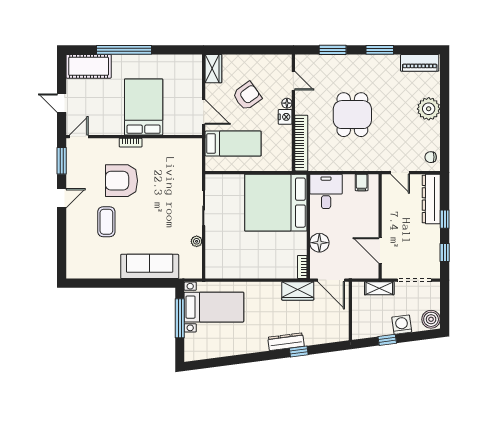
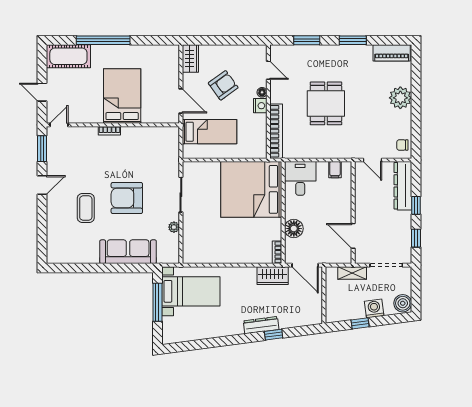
armchair: (121, 181) -> (127, 198), moved

